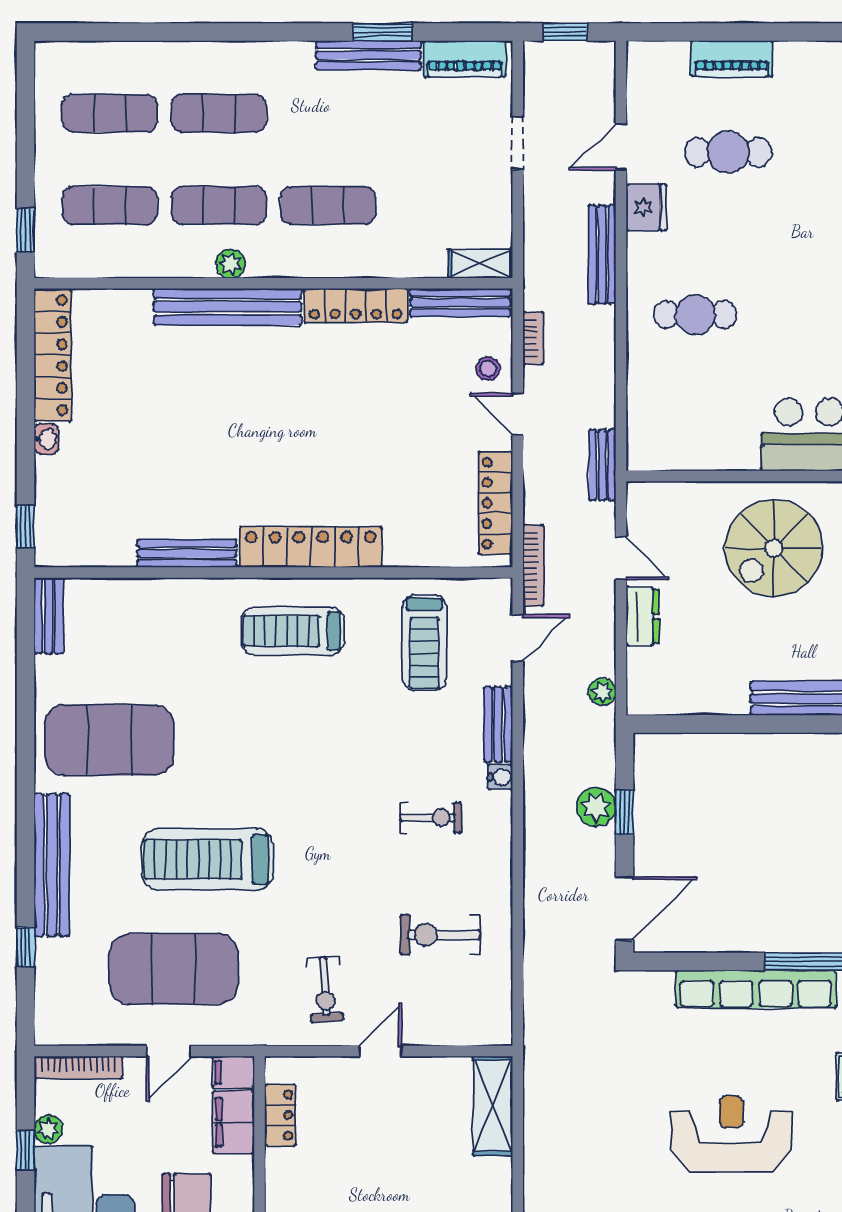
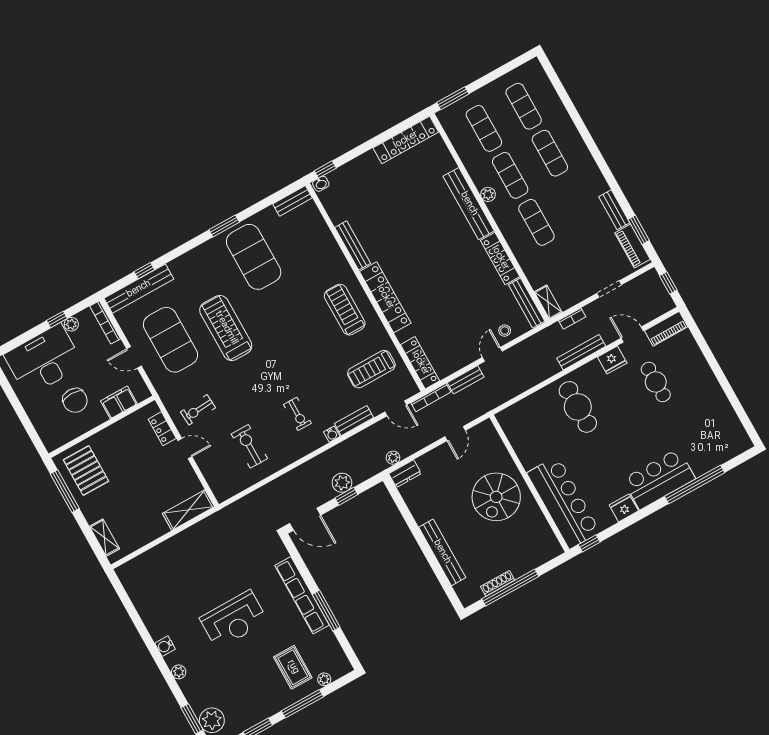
window: (382, 32) -> (639, 230), moved
bench: (368, 55) -> (614, 210), width x0.73
piano: (732, 59) -> (666, 329), moved, turned -90
window: (25, 230) -> (453, 98), width x1.50
cafe table: (695, 315) -> (578, 407), width x1.37, depth x1.35
bookcase: (533, 338) -> (572, 319), moved
washbasin: (46, 439) -> (321, 184), moved
bench: (602, 465) -> (466, 380), moved
locker: (496, 503) -> (420, 363), moved, turned 90
spiral stairs: (774, 548) -> (496, 497), turned -90
dresser: (643, 616) -> (405, 474), moved
window: (25, 761) -> (224, 226), added
bench: (52, 865) -> (139, 289), moved
filing cabinet: (233, 1072) -> (140, 390), removed
locker: (280, 1115) -> (162, 429), moved, turned 90
reception desk: (732, 1134) -> (234, 620), turned 90

